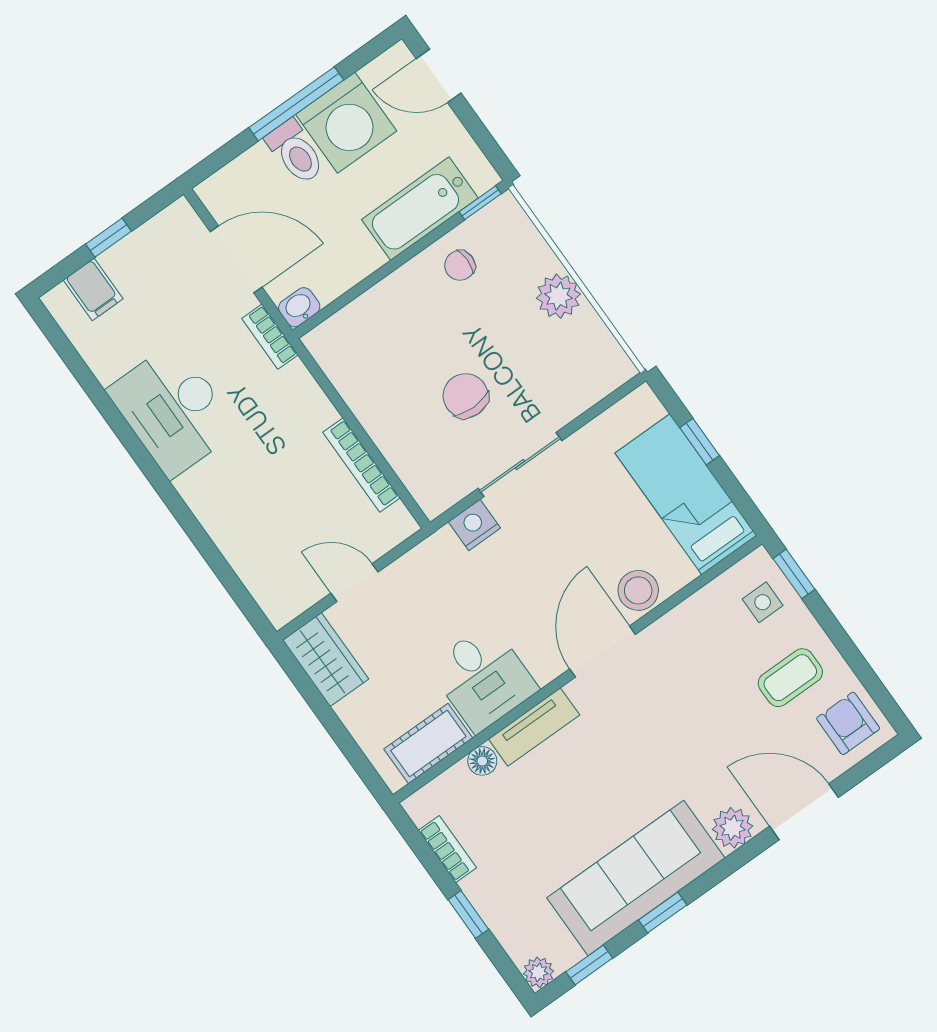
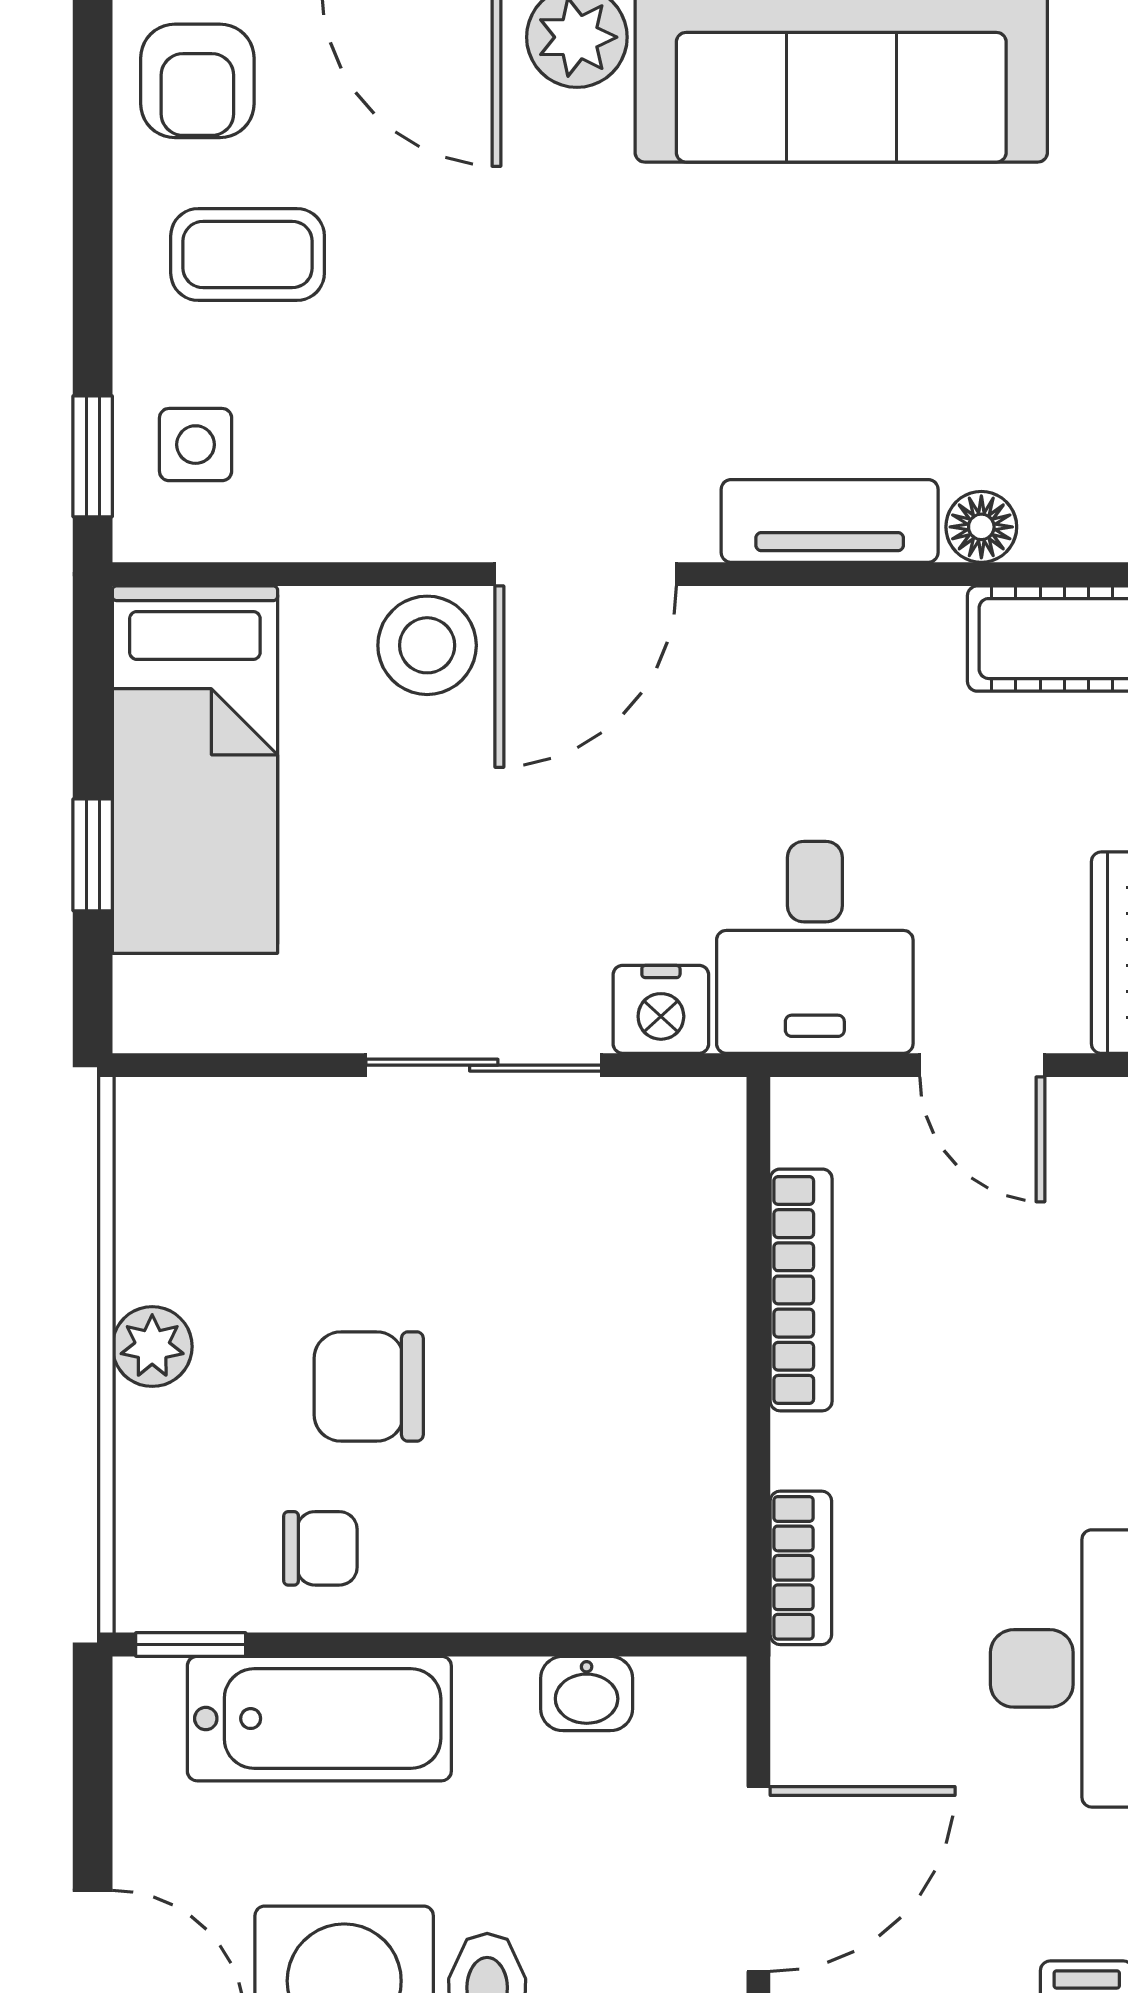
door: (236, 259) -> (758, 1879), swing flipped
plant: (558, 296) -> (152, 1347), width x0.73, depth x0.73
washbasin: (299, 307) -> (587, 1694), moved
bookcase: (270, 337) -> (801, 1568), moved
chair: (466, 396) -> (369, 1387), moved, turned 90
desk: (483, 678) -> (815, 947), moved, turned 180

